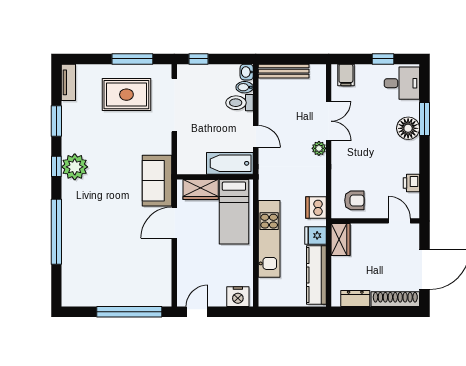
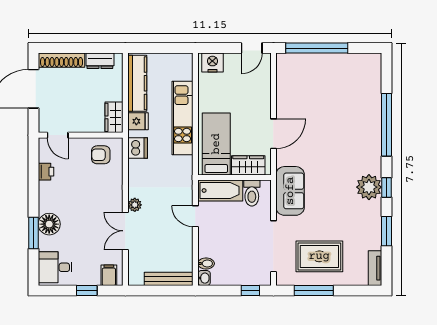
window: (383, 59) -> (87, 291), moved
toilet: (240, 103) -> (252, 193), moved, turned 90
sofa: (157, 181) -> (290, 191), moved

